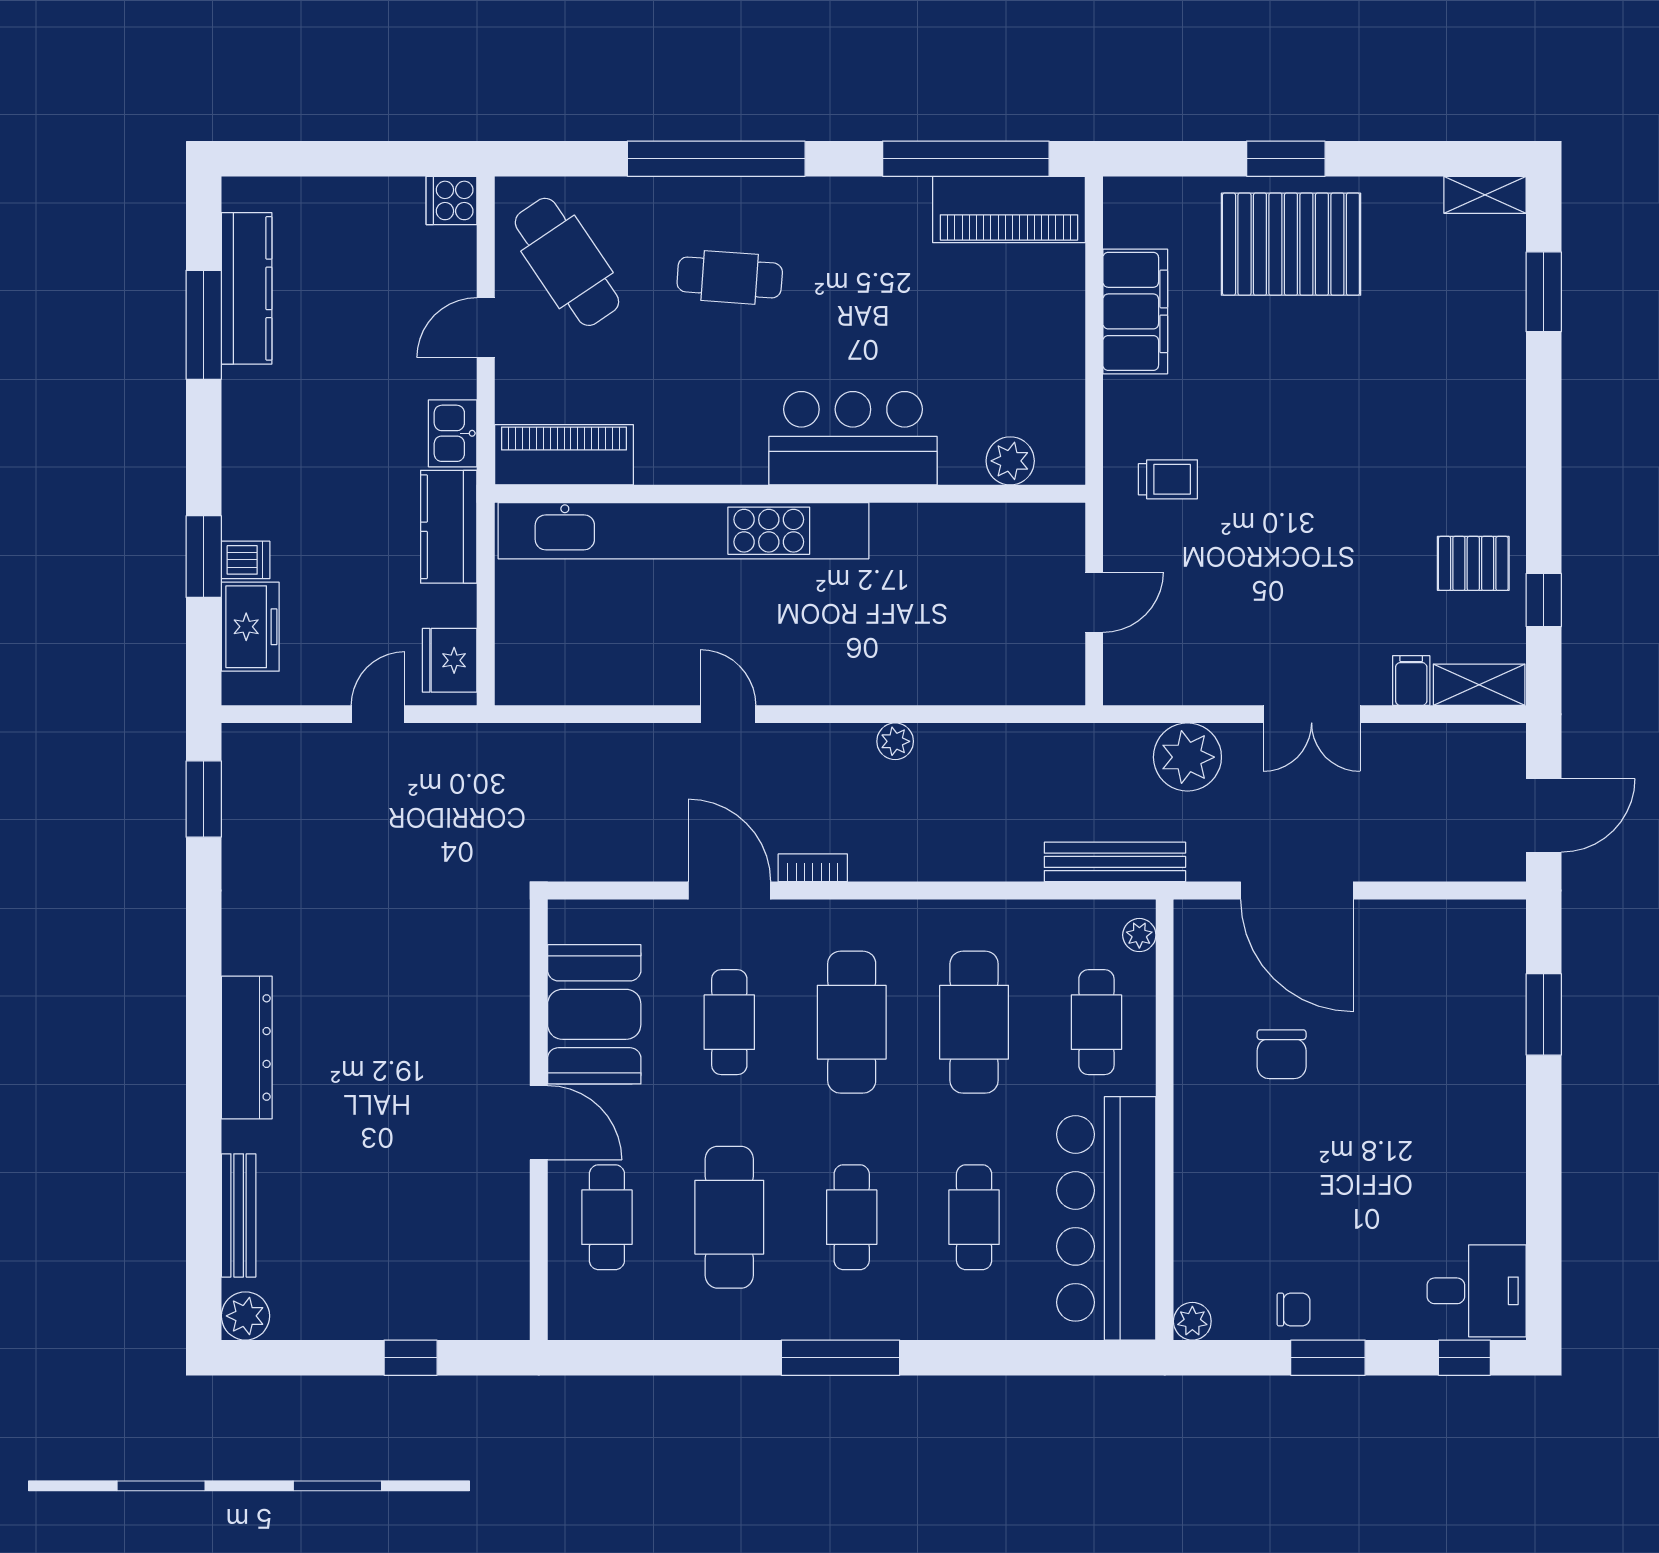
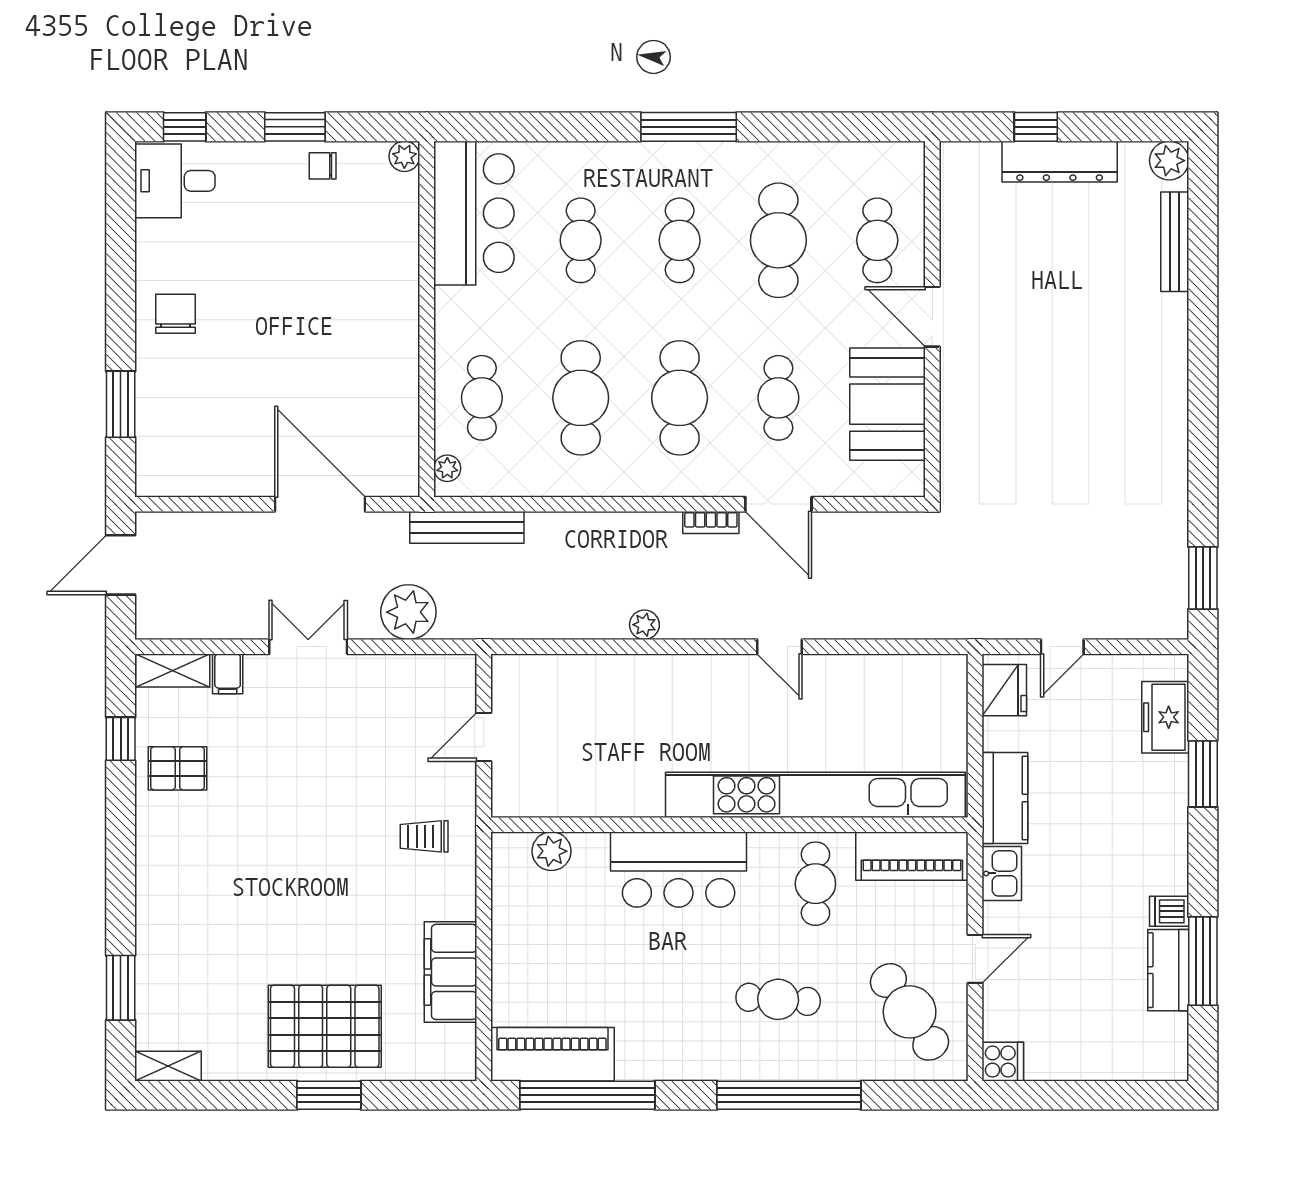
kitchen counter: (247, 288) -> (1168, 970), width x0.67
cafe table: (683, 421) -> (815, 884), added
dishwasher: (246, 560) -> (1169, 911), moved
dresser: (247, 1048) -> (1060, 162), moved, turned -90
chair: (1282, 1054) -> (176, 314), moved
bar counter: (1106, 1218) -> (474, 213), width x0.73

